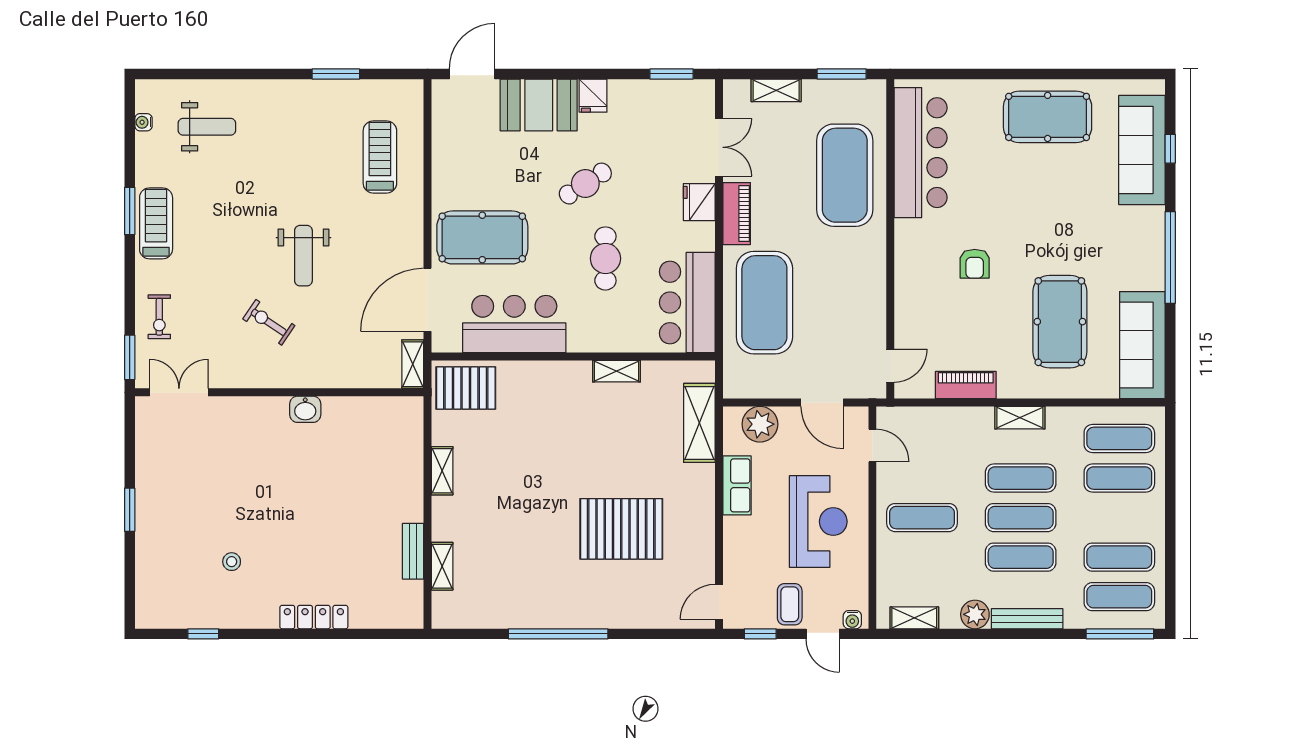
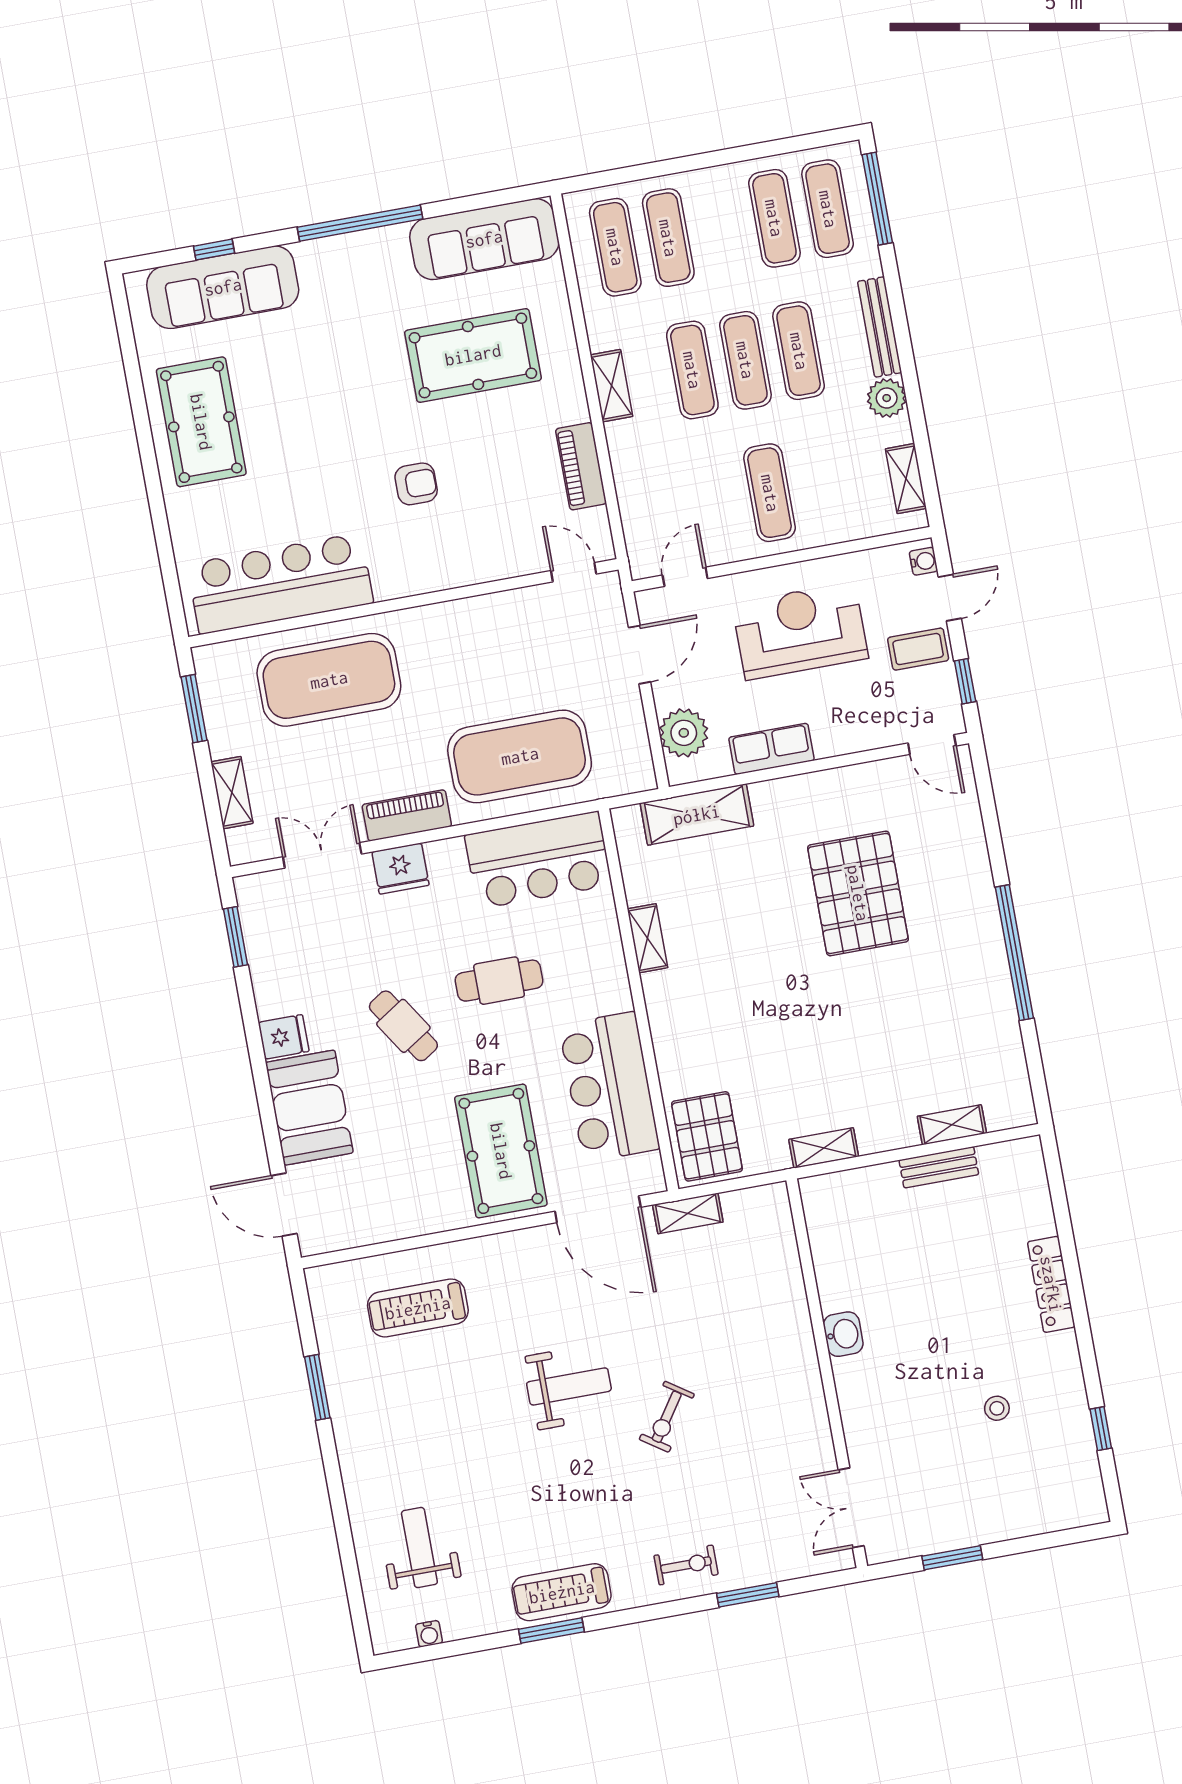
double door: (179, 392) -> (851, 1508), moved
wall: (279, 392) -> (827, 1373), moved
washbasin: (305, 409) -> (843, 1334), moved

